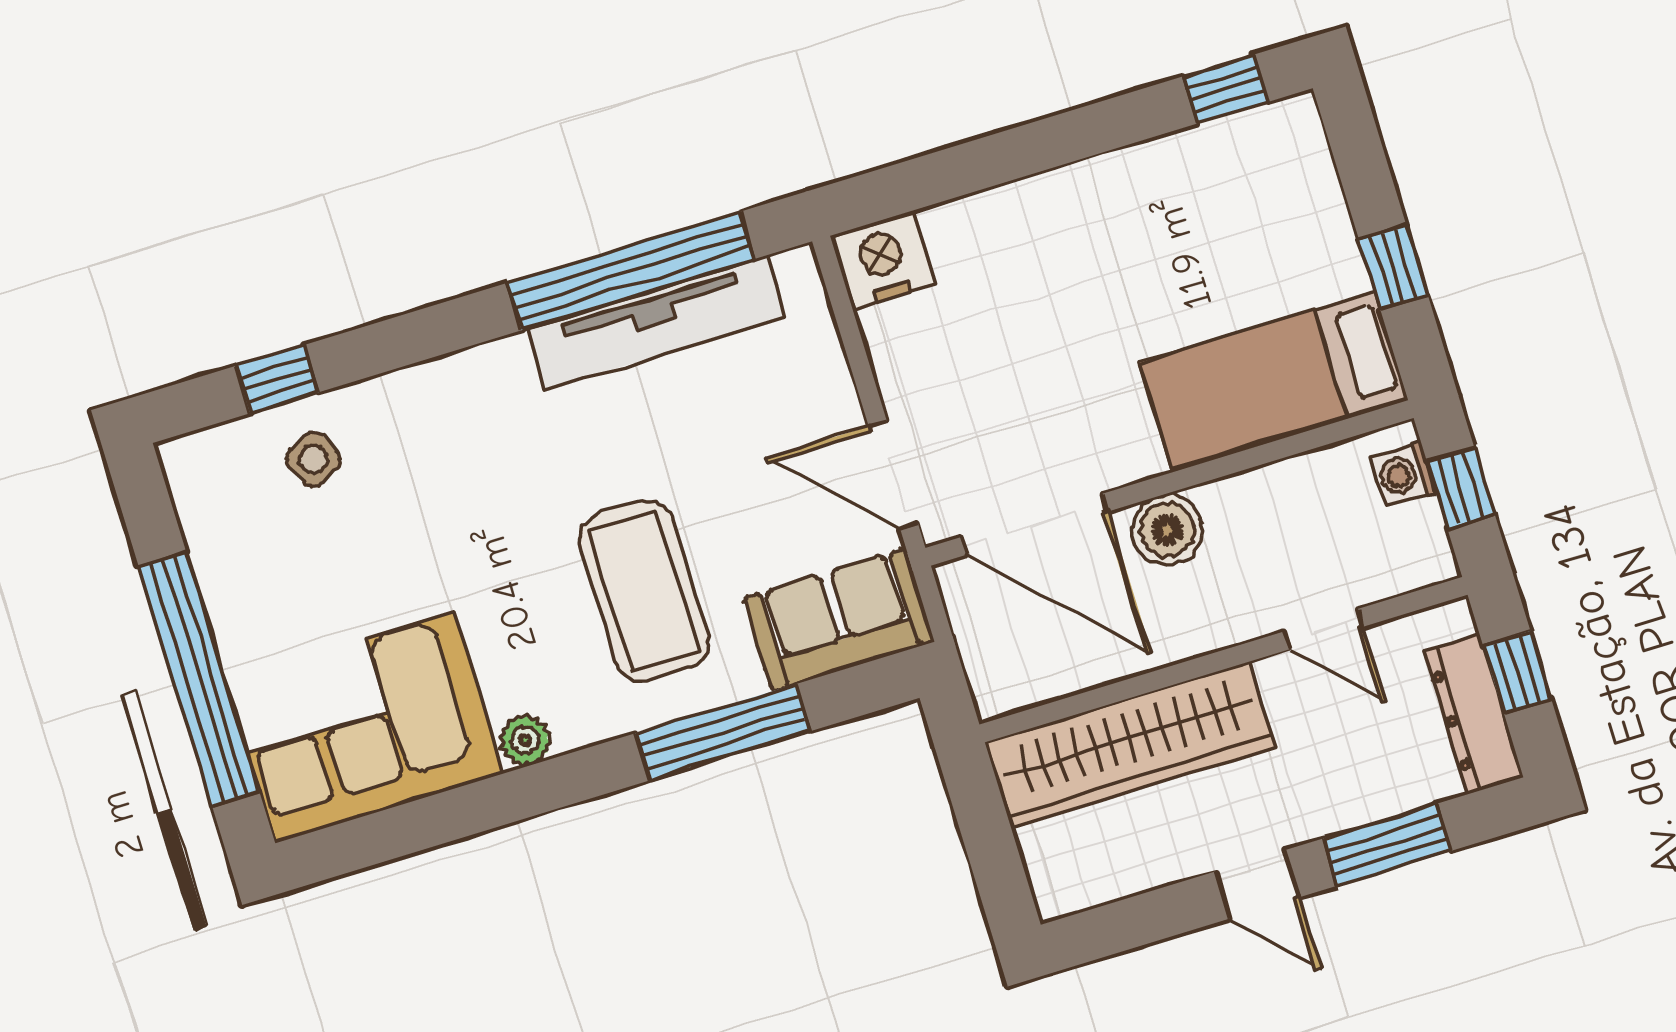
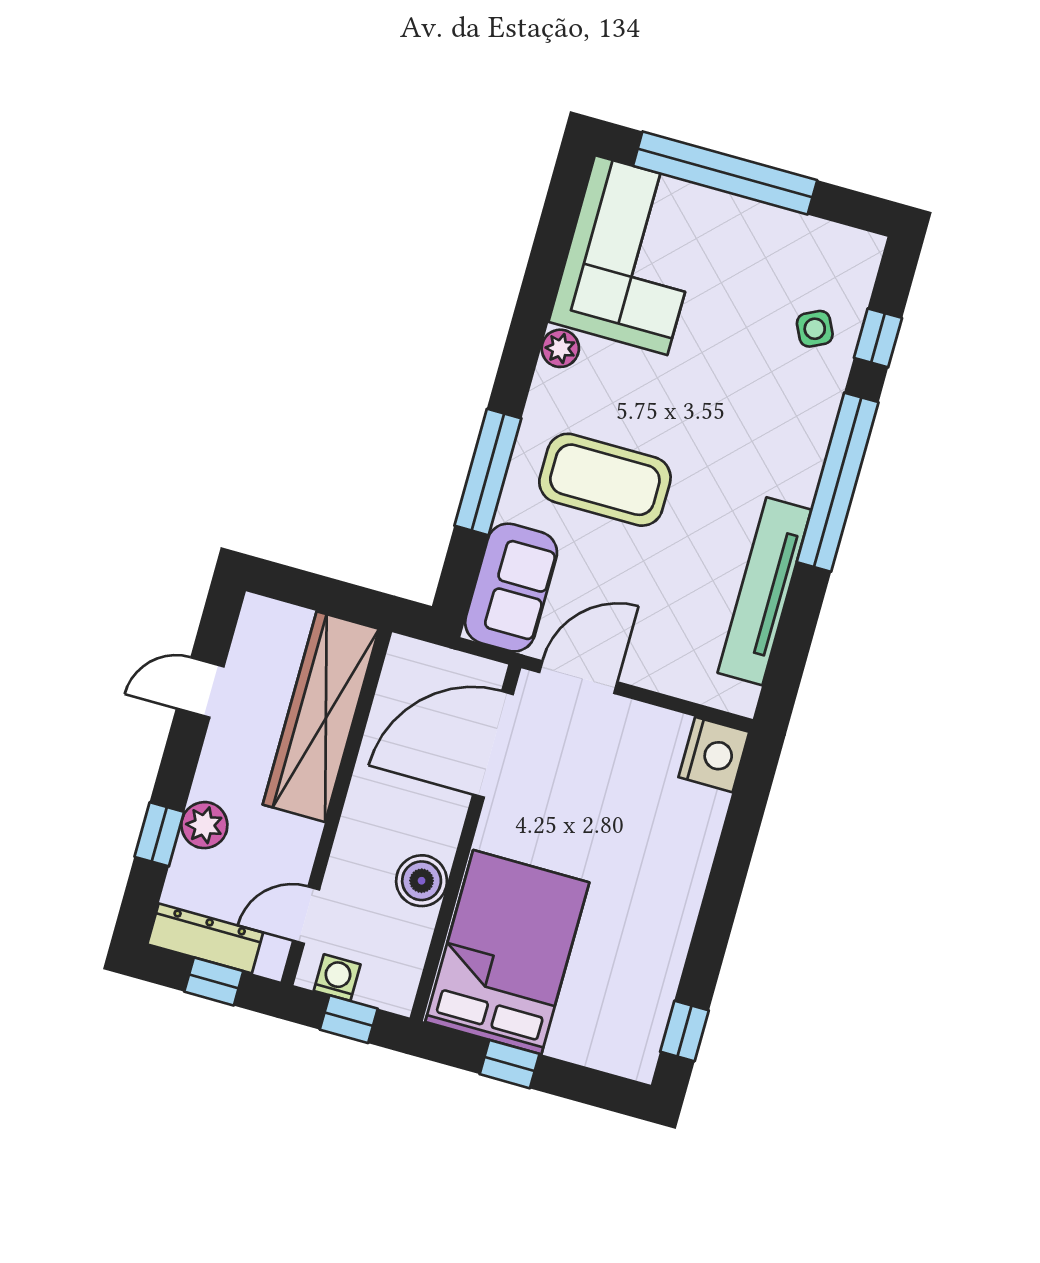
window: (631, 271) -> (838, 482), moved
bed: (1273, 380) -> (507, 952), width x1.50
washing machine: (1404, 474) -> (337, 978), moved
boiler: (1167, 530) -> (422, 881), moved
door: (1324, 629) -> (306, 915), moved
plant: (1343, 799) -> (204, 825), added
window: (1387, 845) -> (159, 834), width x0.67
door: (1257, 884) -> (200, 688), moved

